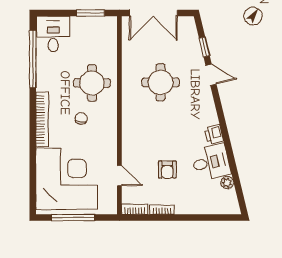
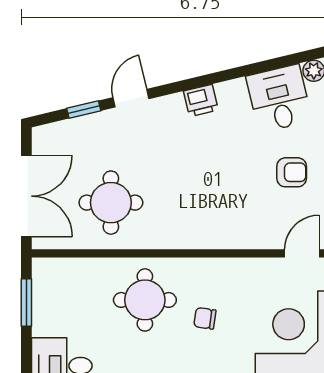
round table: (161, 82) -> (111, 203), moved
printer: (214, 134) -> (201, 101), moved

